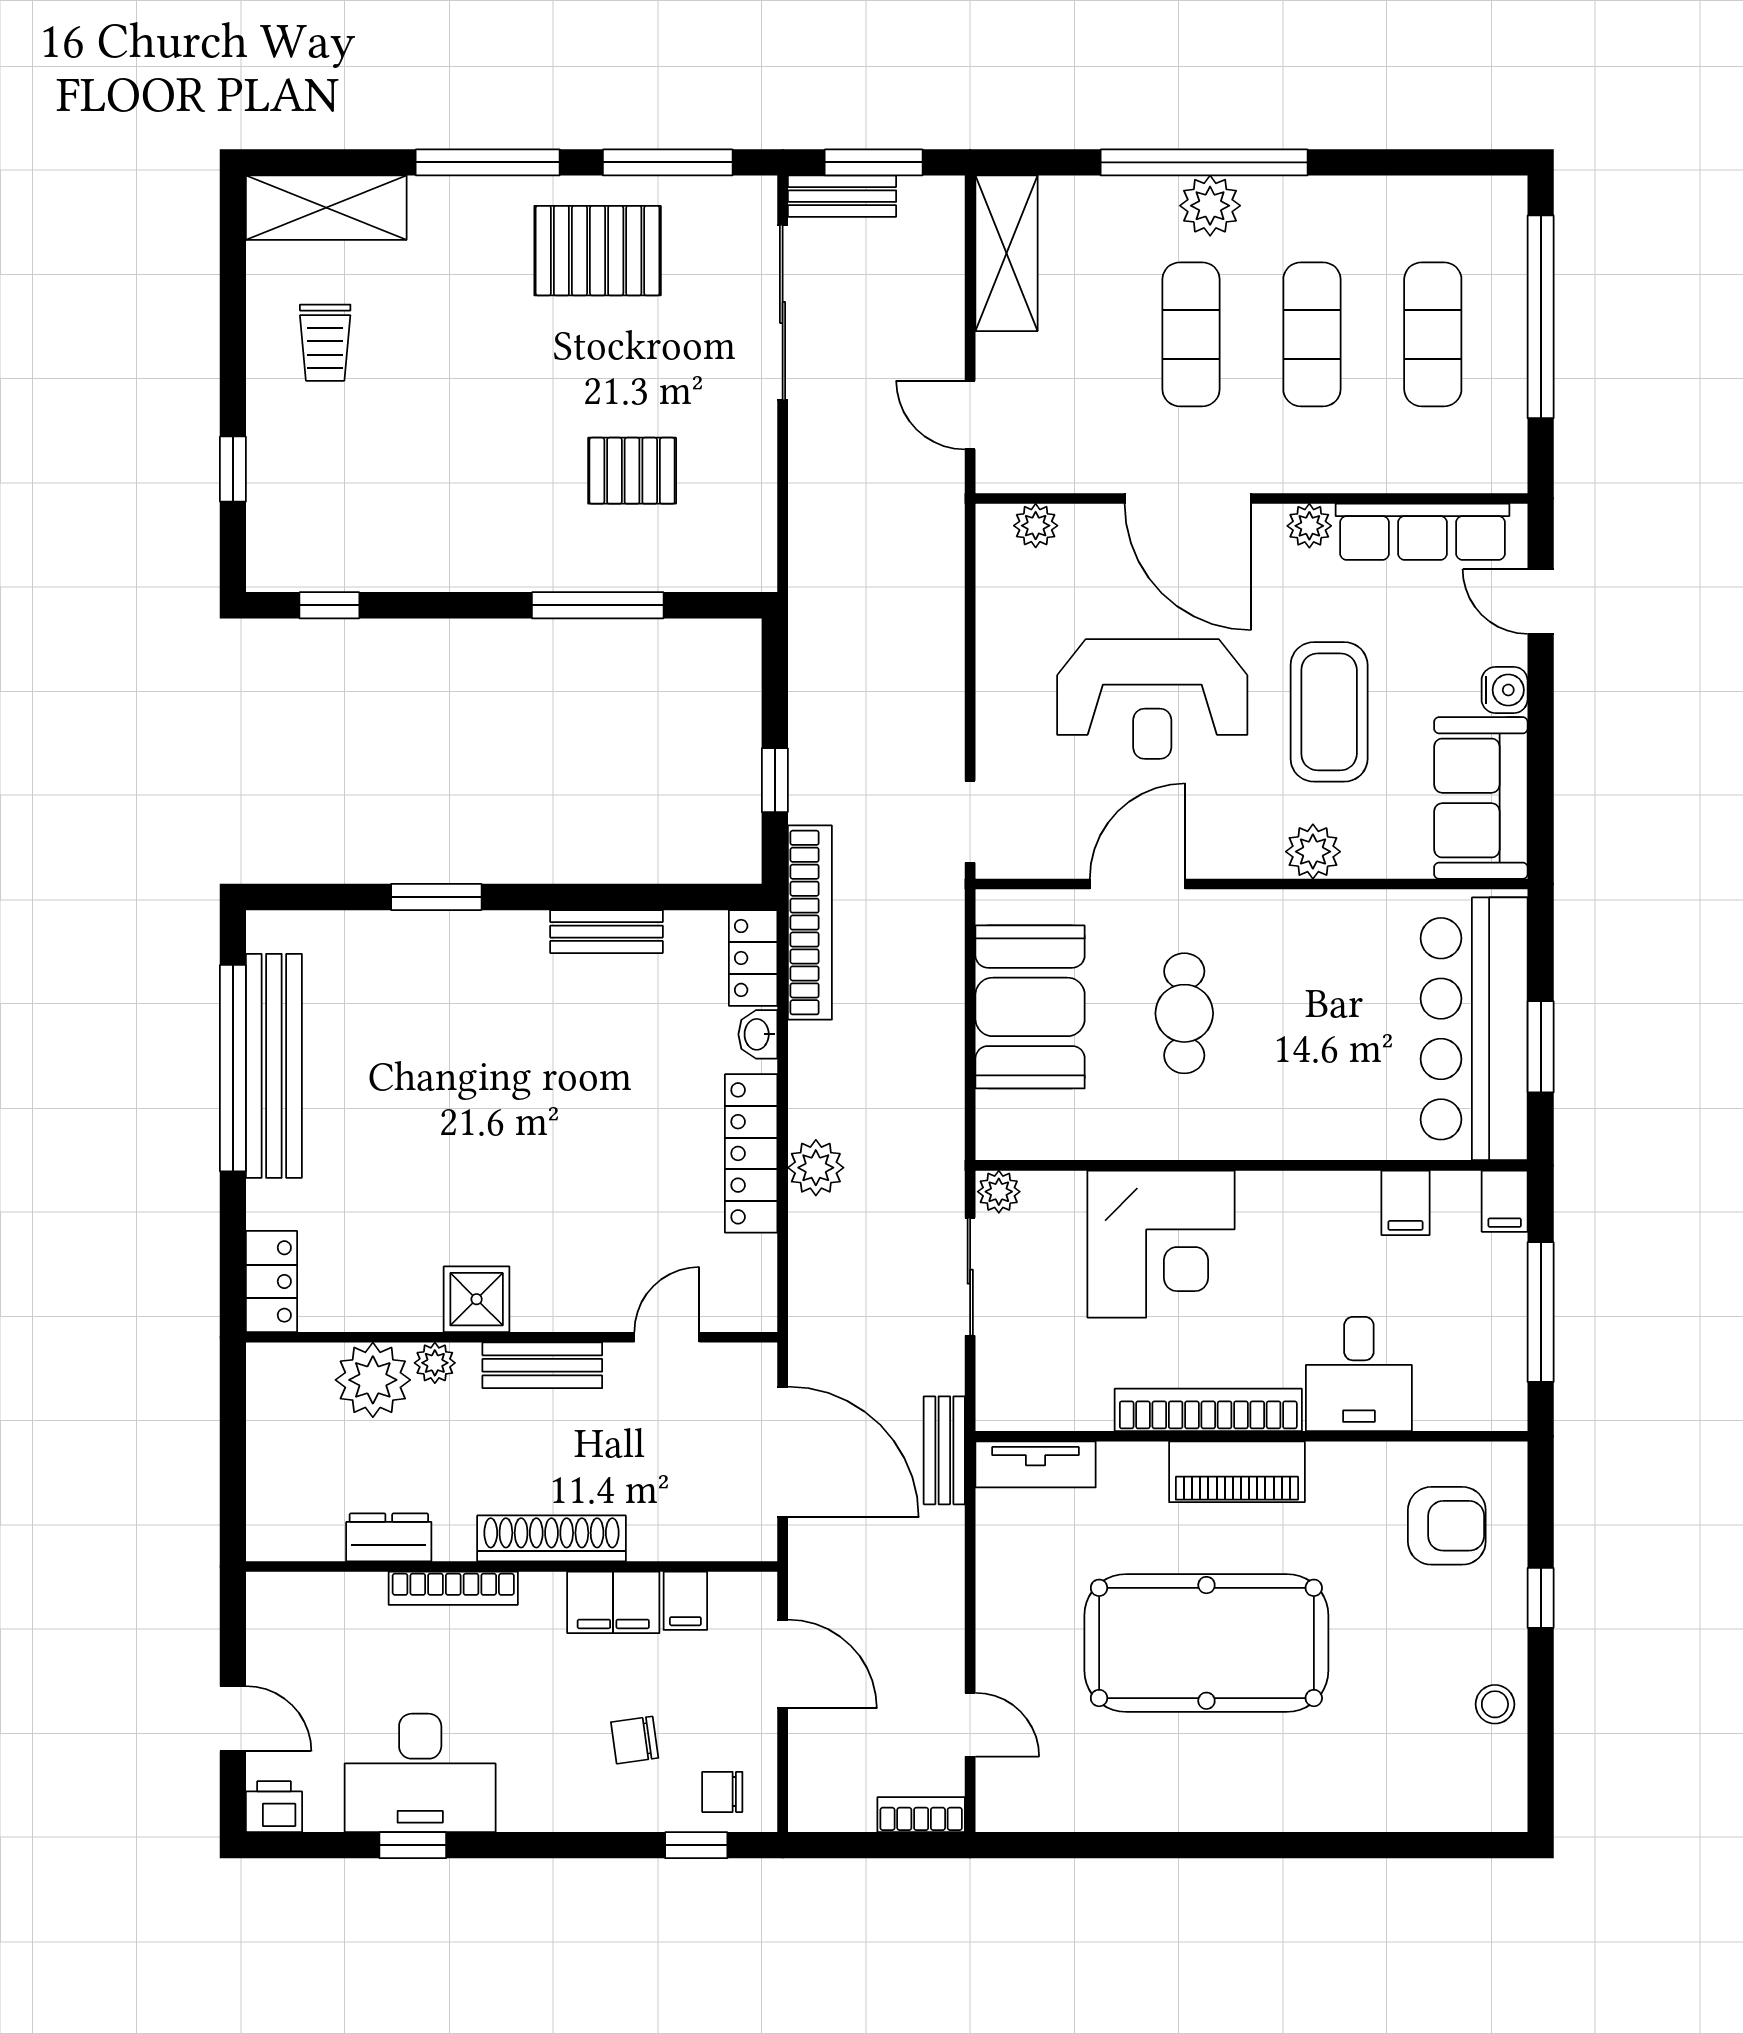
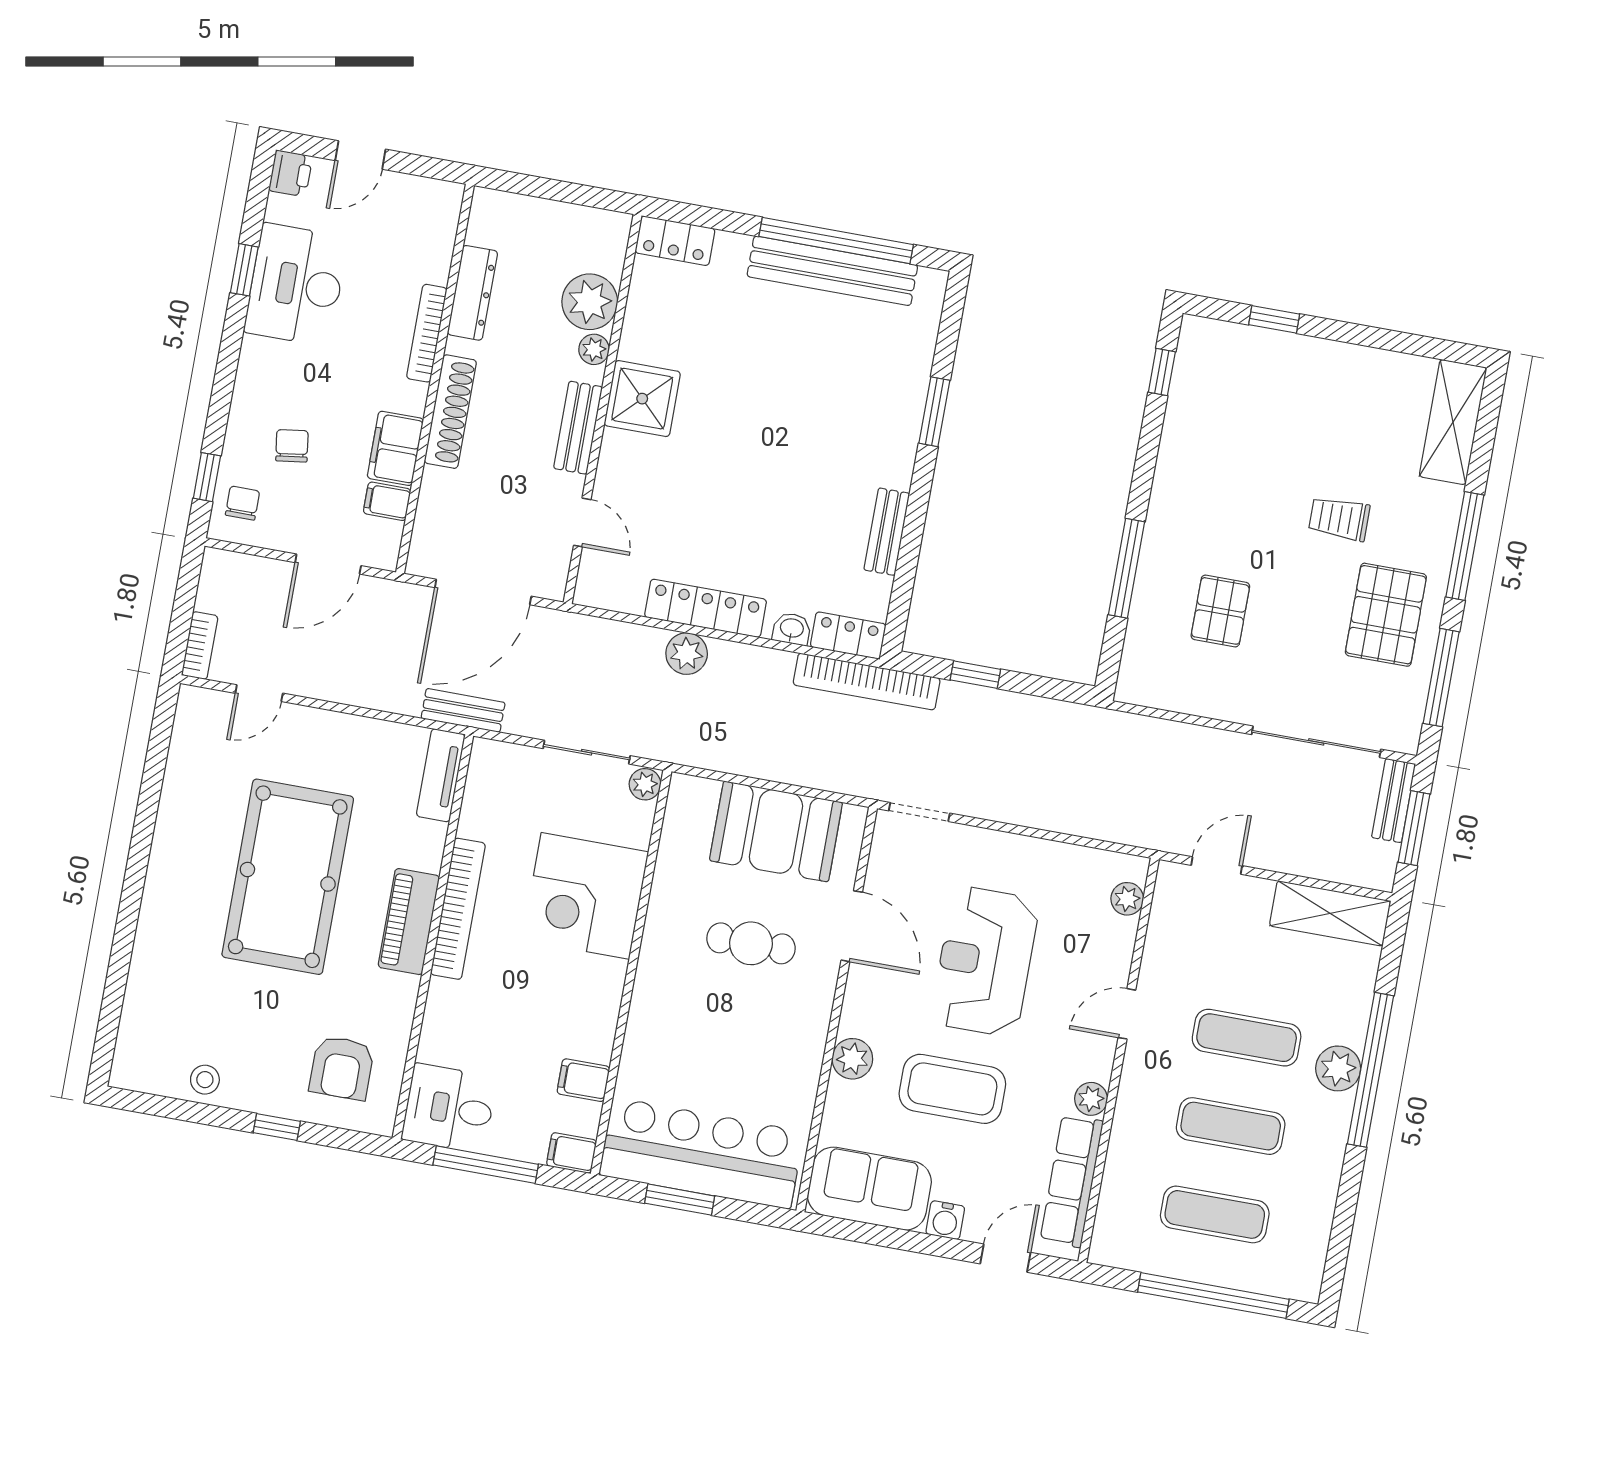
trolley: (325, 343) -> (1339, 519), moved
door: (1188, 498) -> (1127, 1014), width x0.53
shower: (477, 1299) -> (642, 399), width x1.36, depth x1.36
desk: (1359, 1374) -> (449, 1108), moved
dresser: (389, 1537) -> (472, 293), width x1.44

